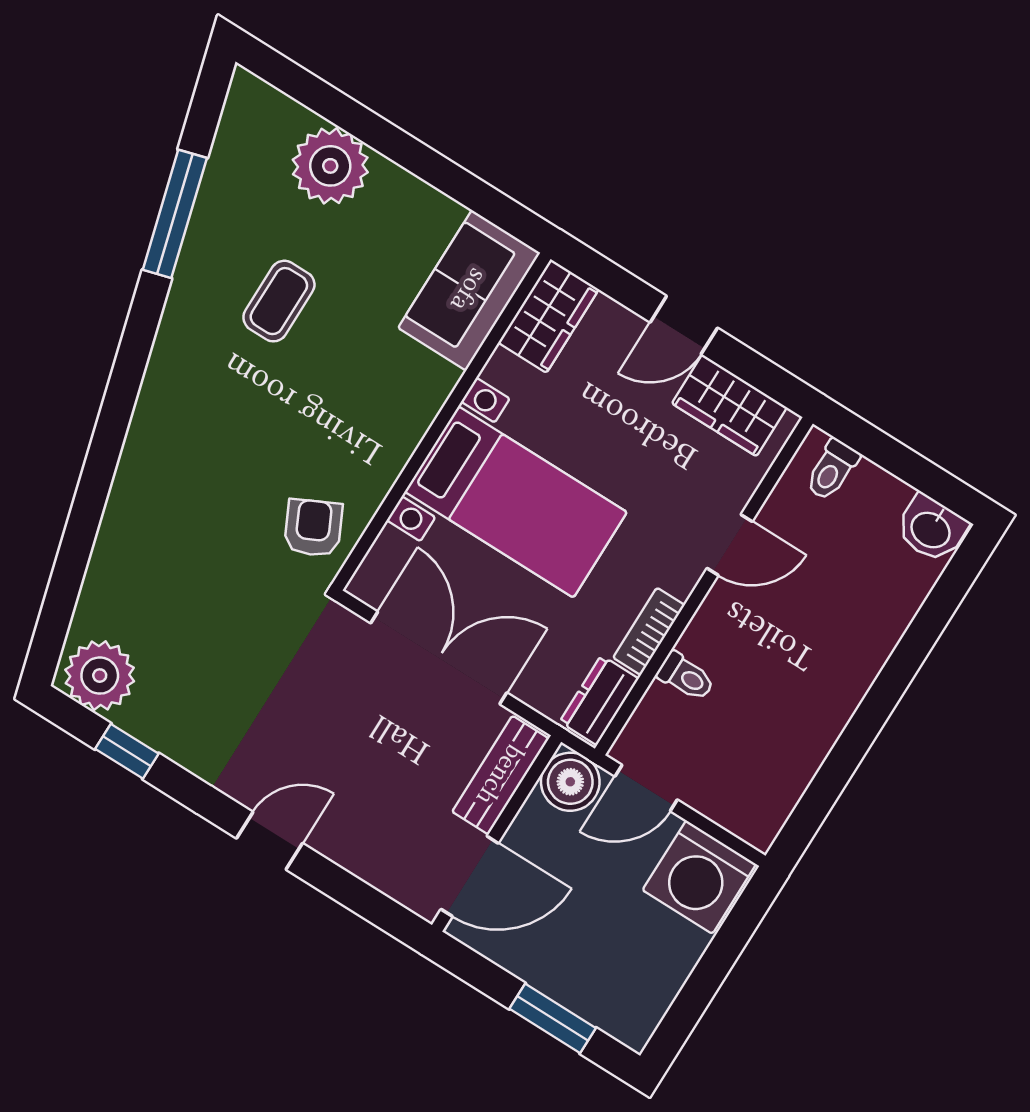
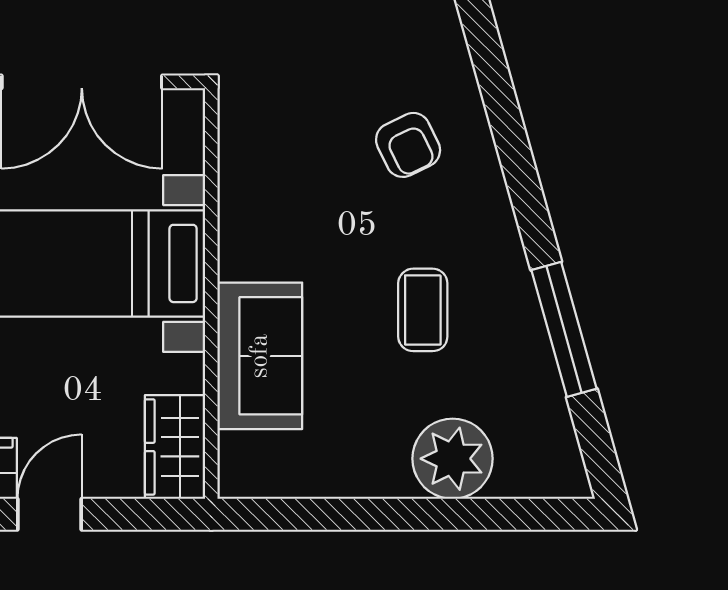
sofa: (469, 290) -> (260, 356), moved
armchair: (313, 528) -> (408, 145), moved

